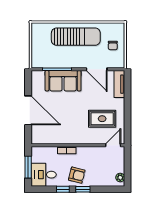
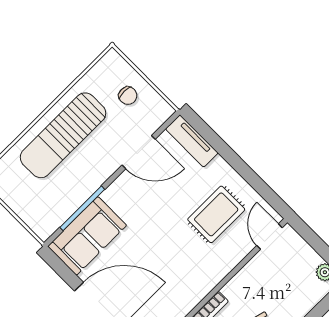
sun lounger: (76, 37) -> (63, 135), turned 180
sofa: (63, 81) -> (87, 236), moved

